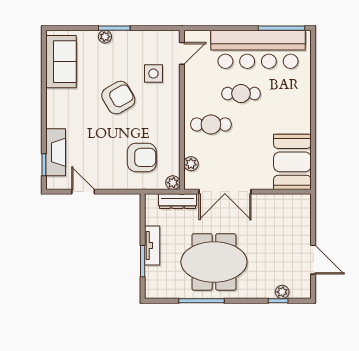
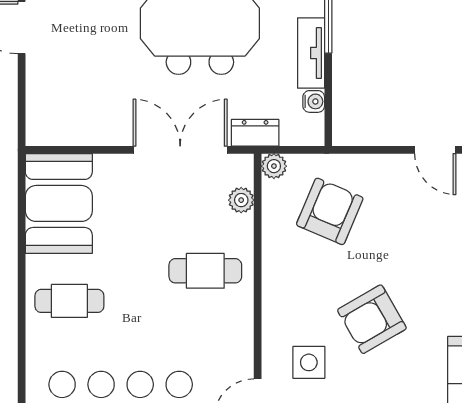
cafe table: (241, 94) -> (69, 301), moved
armchair: (142, 157) -> (330, 211), turned 113
dresser: (177, 201) -> (255, 133), width x0.70
water cooler: (151, 219) -> (314, 101), added

